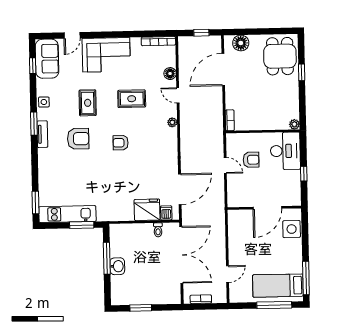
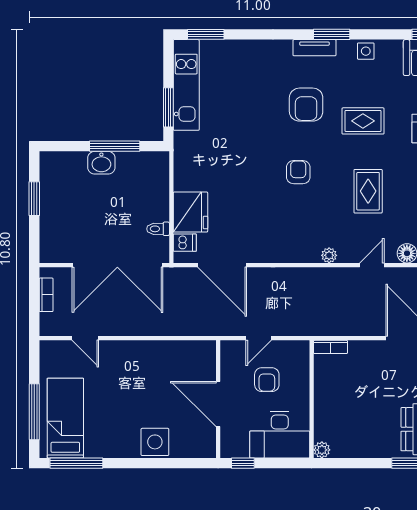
wall: (264, 208) -> (218, 399), moved
door: (267, 208) -> (218, 404), moved

